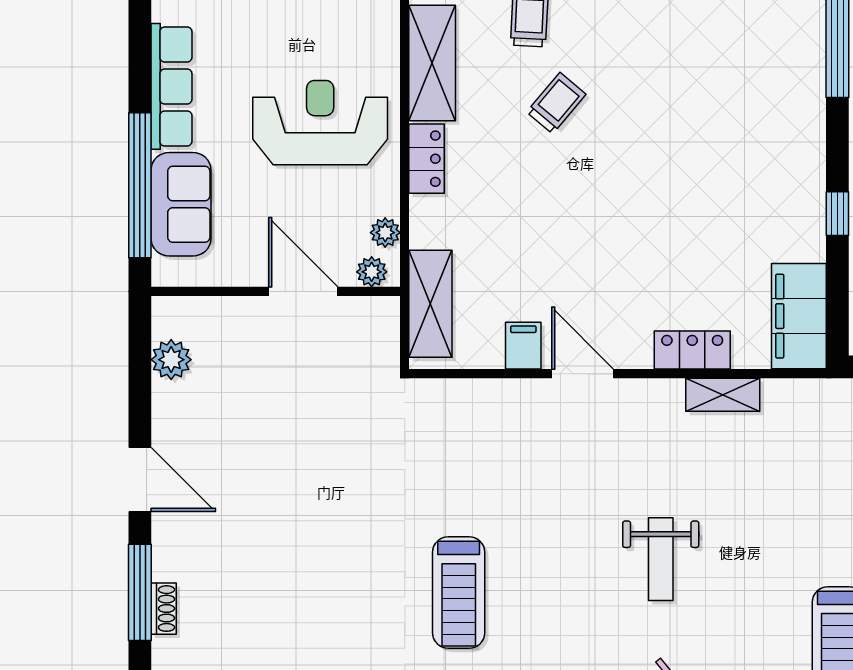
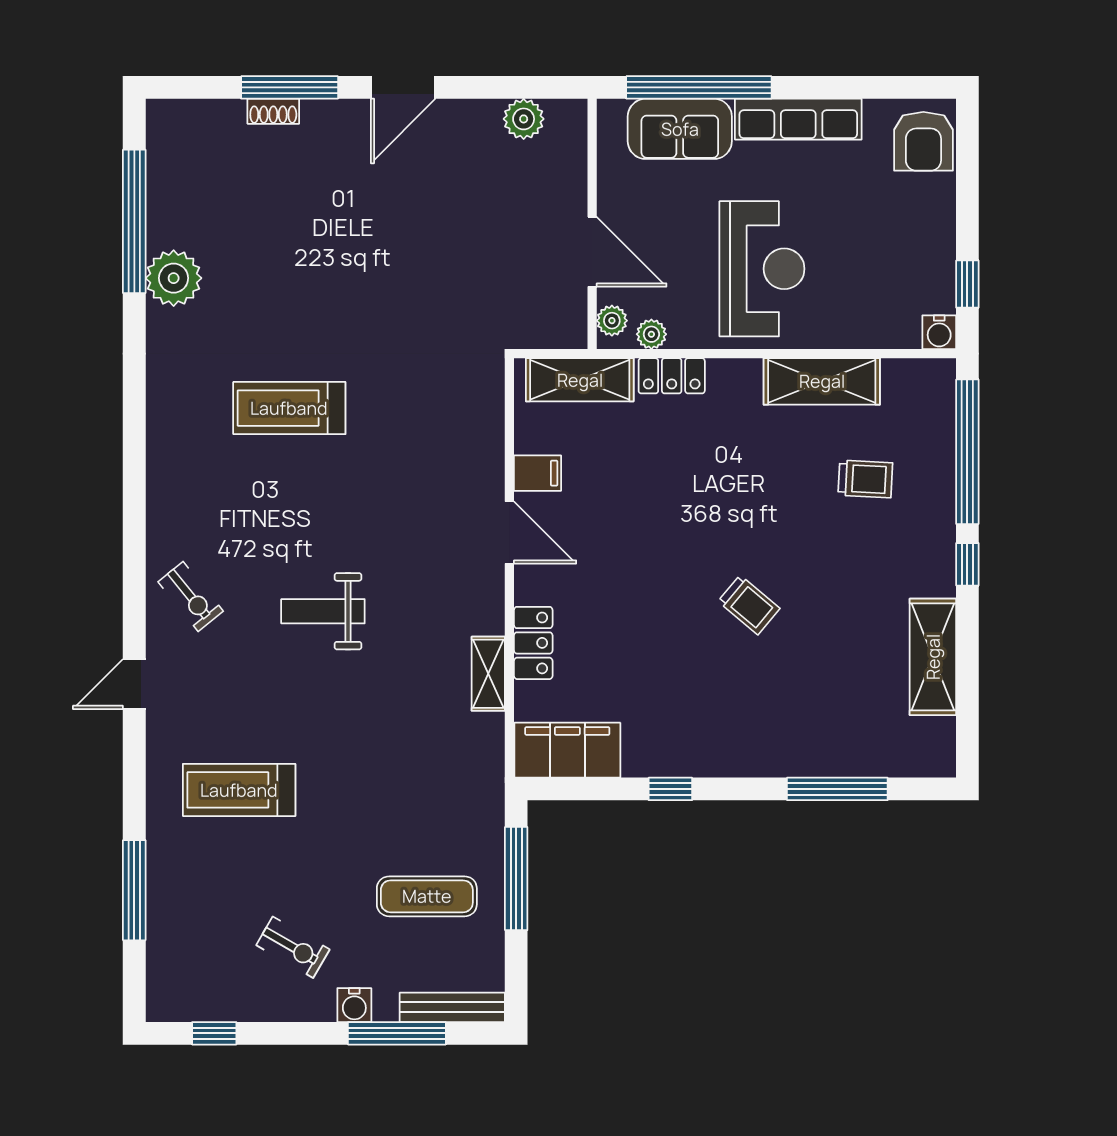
trolley: (556, 103) -> (749, 605), moved
locker: (427, 159) -> (672, 376), moved
door: (303, 291) -> (592, 252), hinge flipped
door: (582, 374) -> (509, 533), hinge flipped

